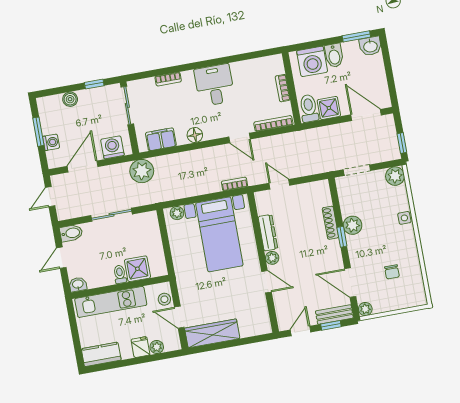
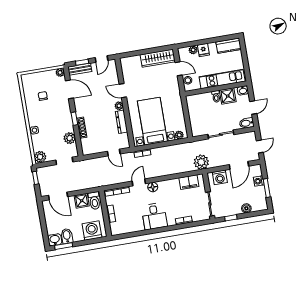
bidet: (334, 55) -> (67, 236), moved
floor lamp: (195, 135) -> (153, 187), moved
door: (239, 138) -> (139, 182), hinge flipped
plant: (353, 225) -> (70, 138), moved
shower: (137, 269) -> (228, 96), moved

